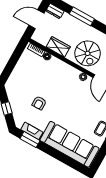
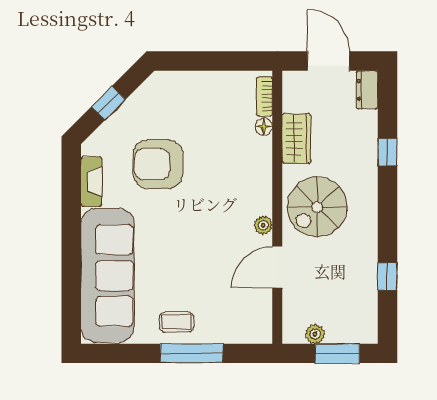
window: (82, 16) -> (387, 152), width x0.46
armchair: (39, 103) -> (158, 164), width x1.88, depth x1.88
window: (30, 140) -> (71, 188), removed

